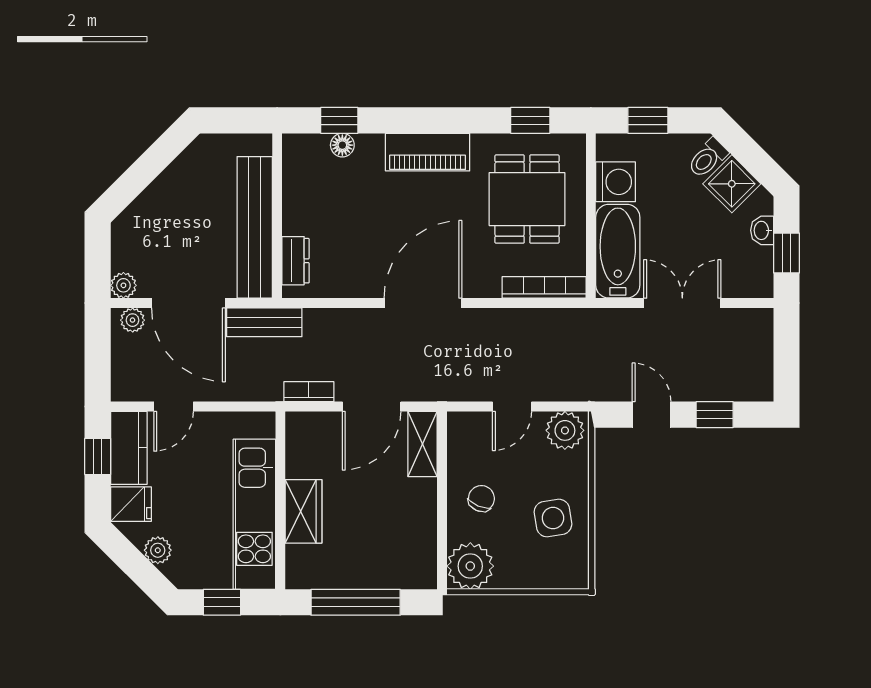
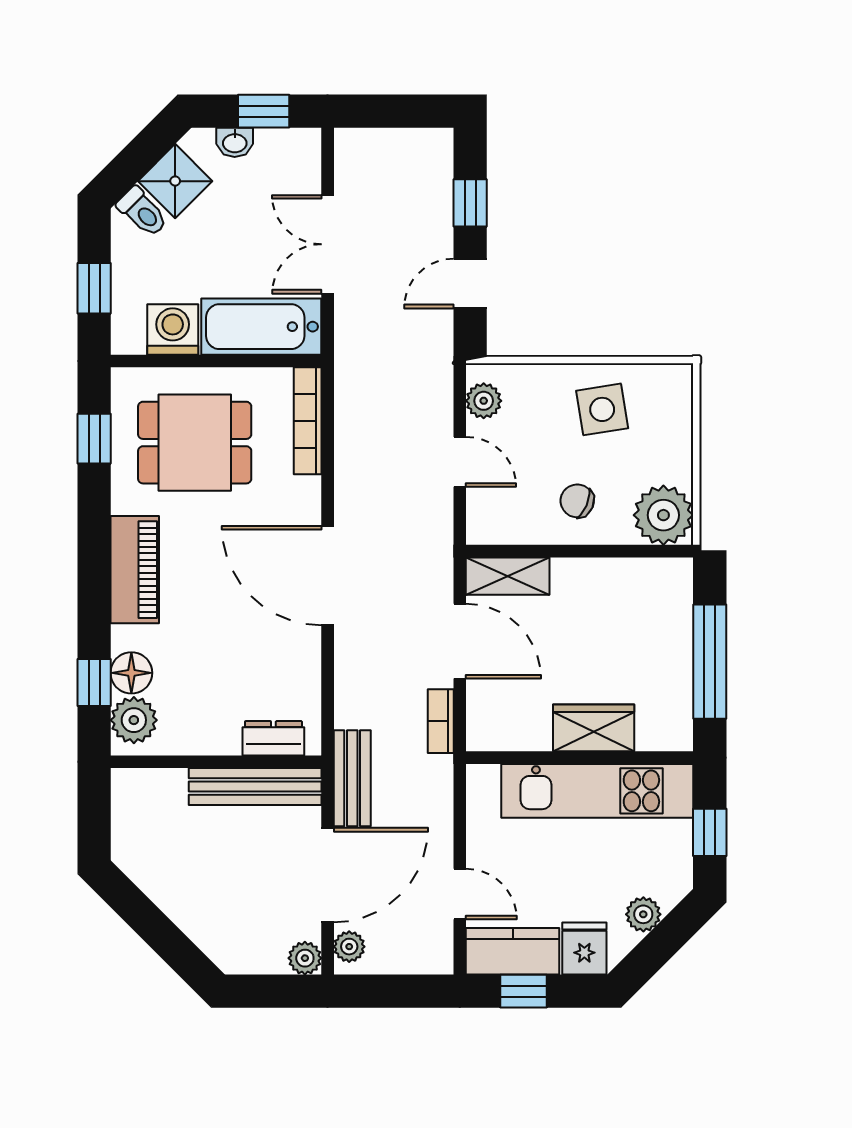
floor lamp: (342, 145) -> (131, 673), width x1.37, depth x1.37
plant: (310, 151) -> (134, 720), added
bench: (255, 227) -> (255, 787), width x0.73, depth x0.82
plant: (565, 430) -> (484, 401), width x0.73, depth x0.73

